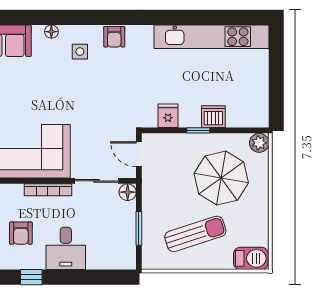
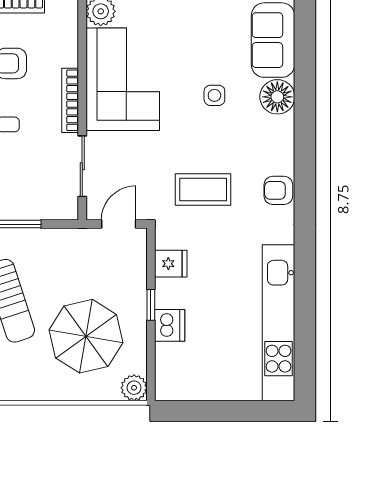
floor lamp: (51, 32) -> (277, 97), width x1.89, depth x1.89
side table: (80, 52) -> (214, 95), moved
coffee table: (114, 92) -> (203, 190), added
floor lamp: (128, 192) -> (67, 209), removed

